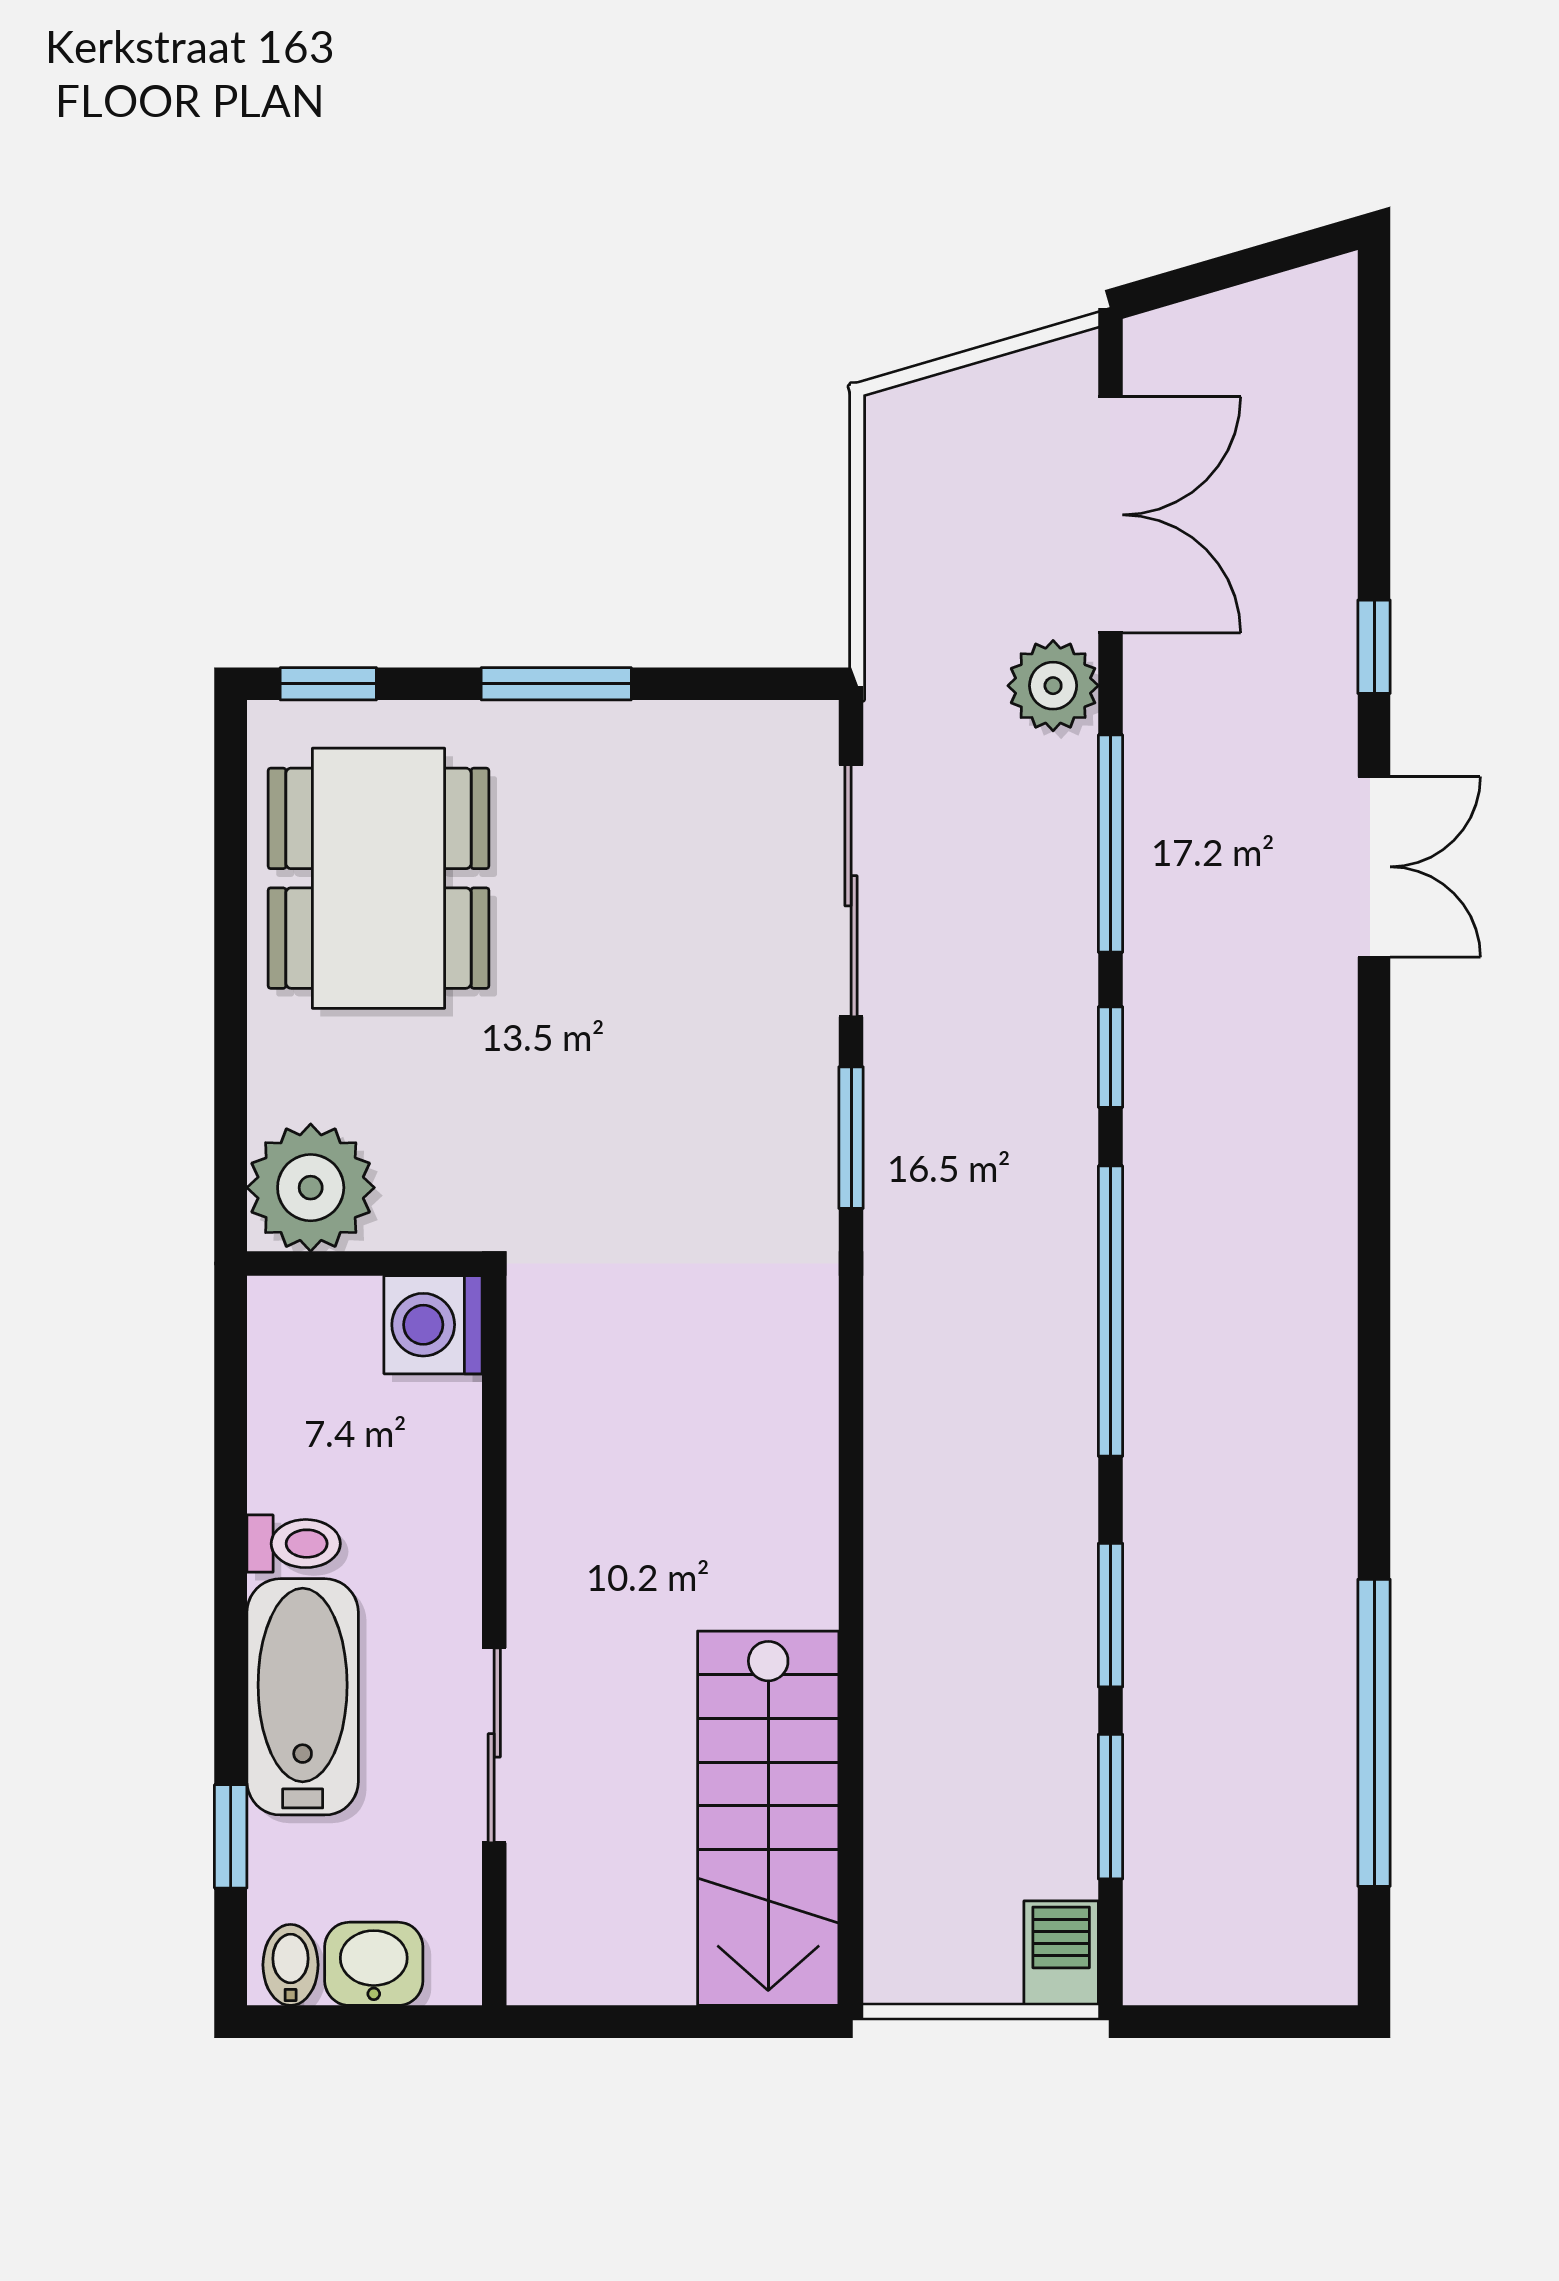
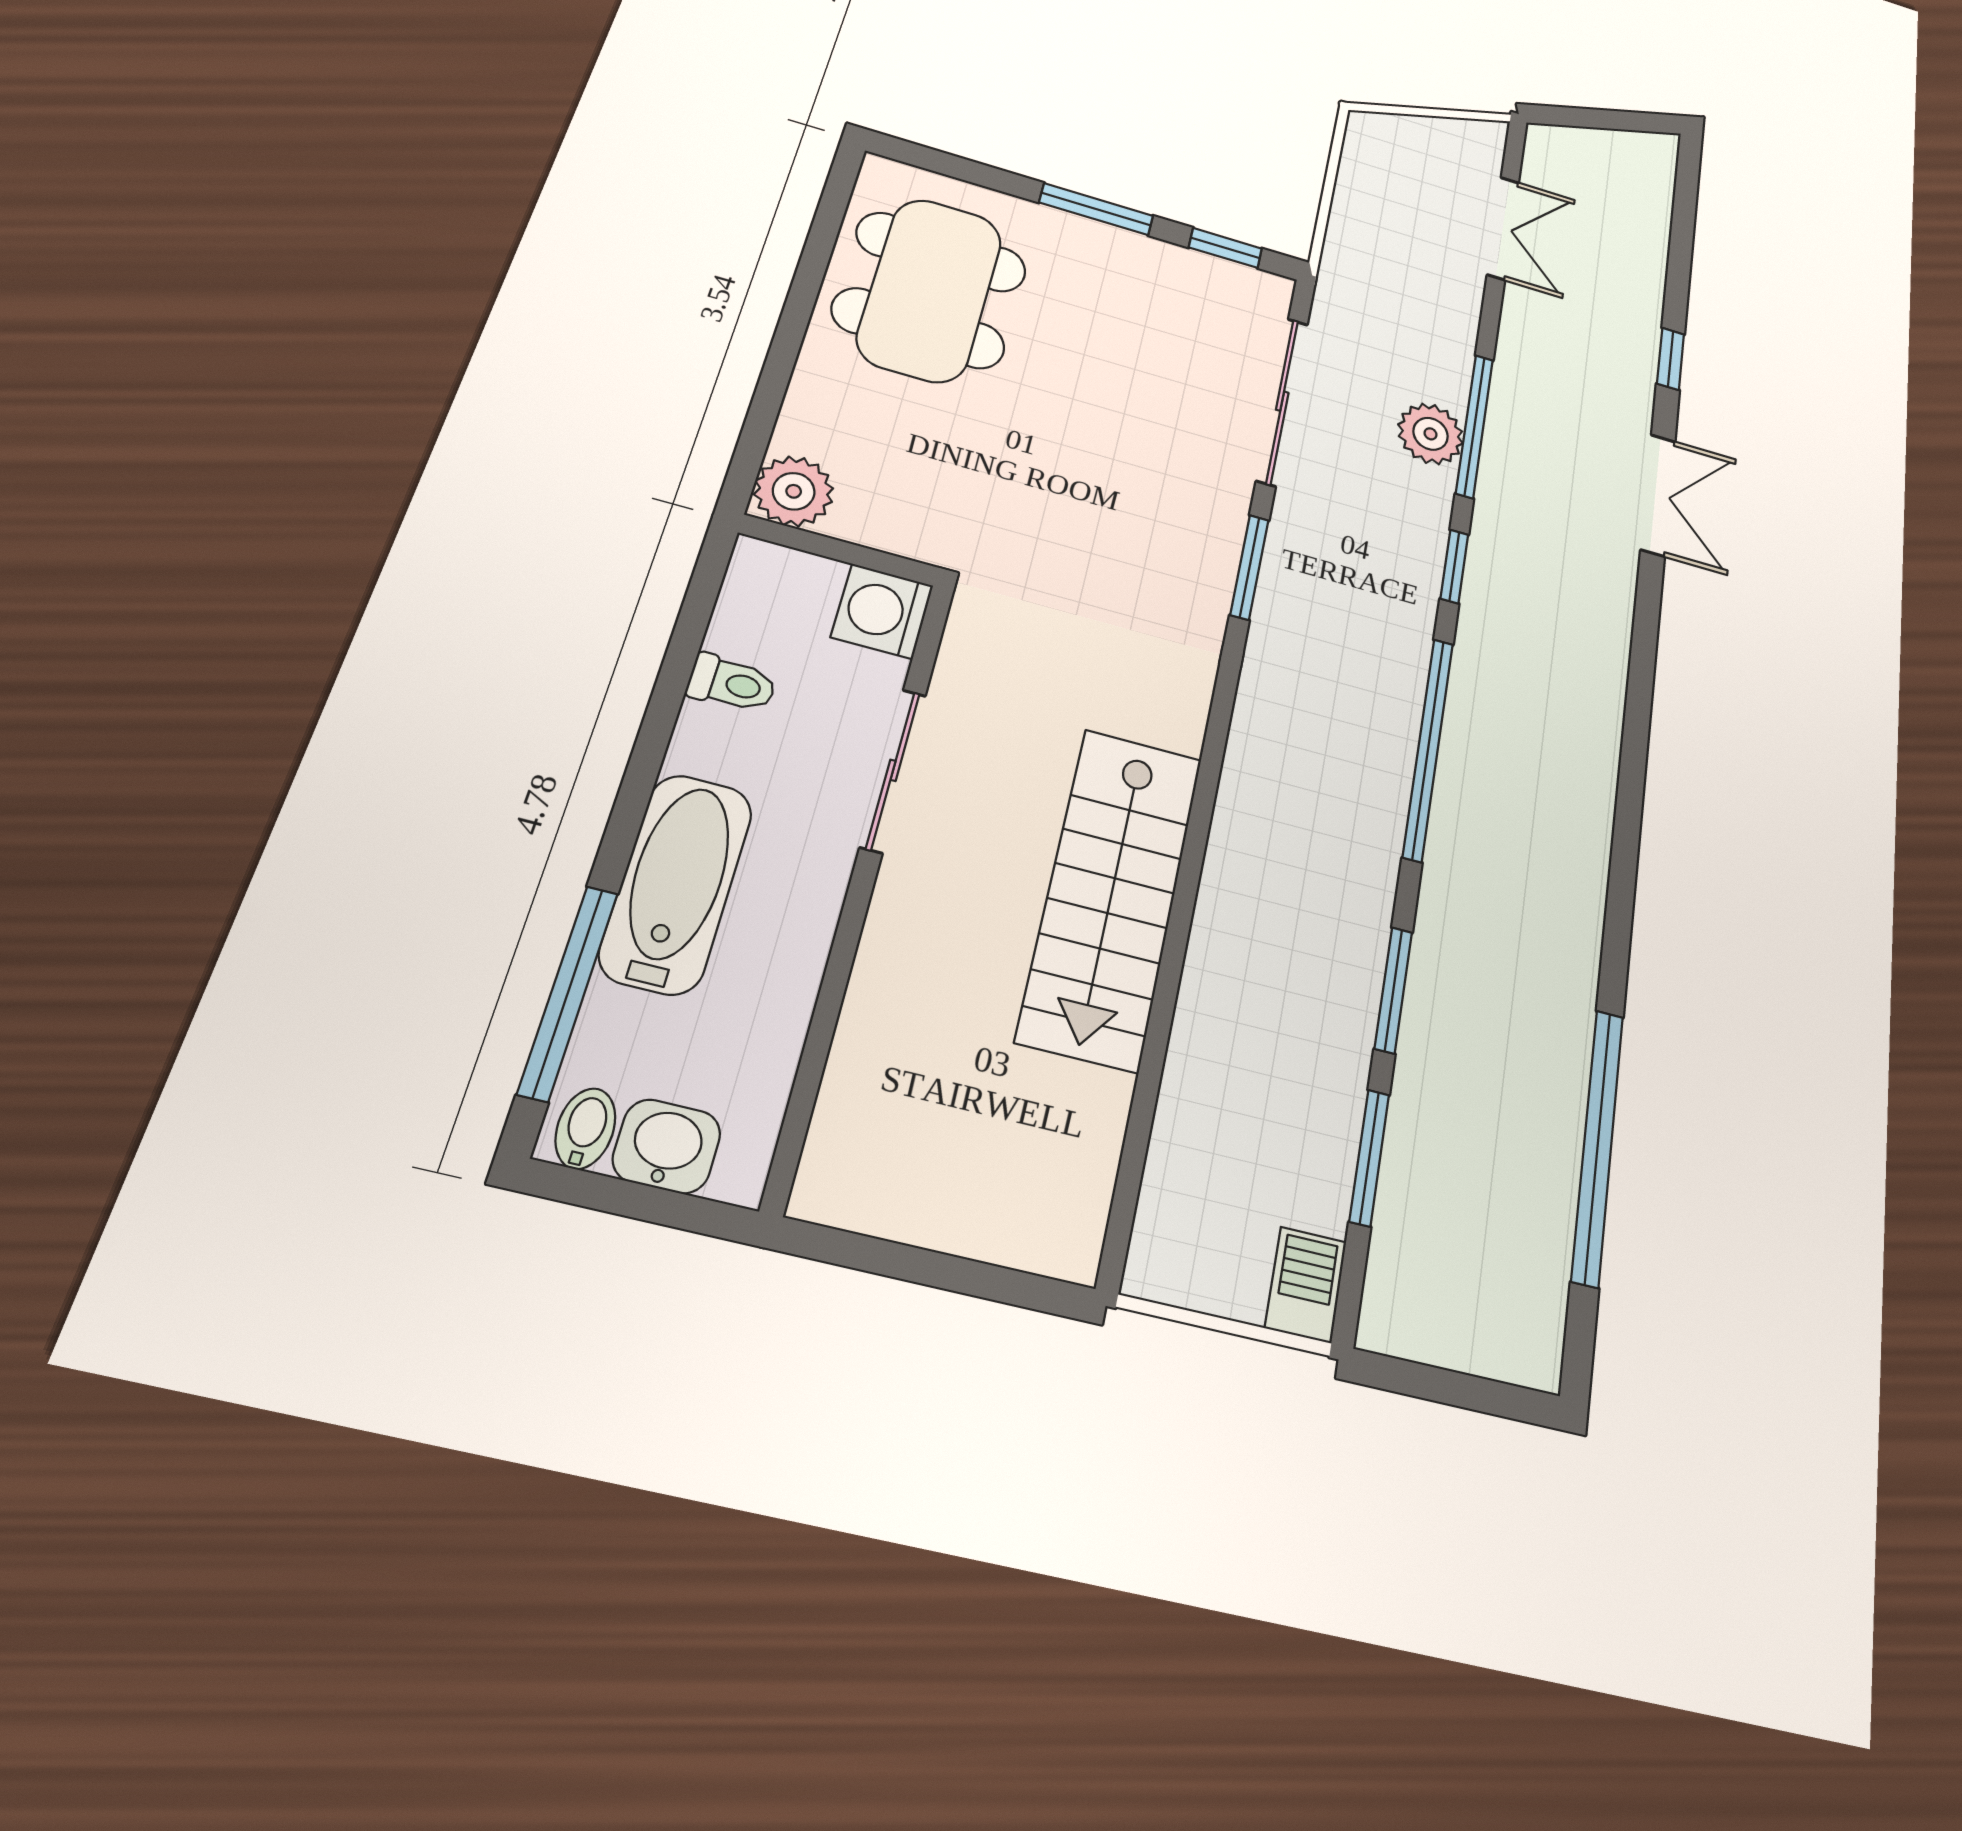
double door: (1110, 515) -> (1503, 228), width x0.73
window: (328, 684) -> (1225, 248), moved
plant: (1053, 686) -> (1431, 434), moved
plant: (311, 1188) -> (794, 491), width x0.73, depth x0.73
toilet: (294, 1544) -> (732, 683), moved
sliding door: (494, 1745) -> (893, 770), moved
stairs: (768, 1818) -> (1111, 896), moved
window: (231, 1836) -> (568, 992), width x2.17

